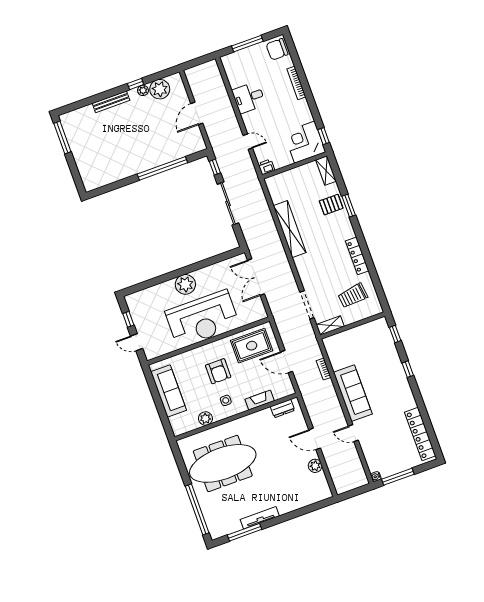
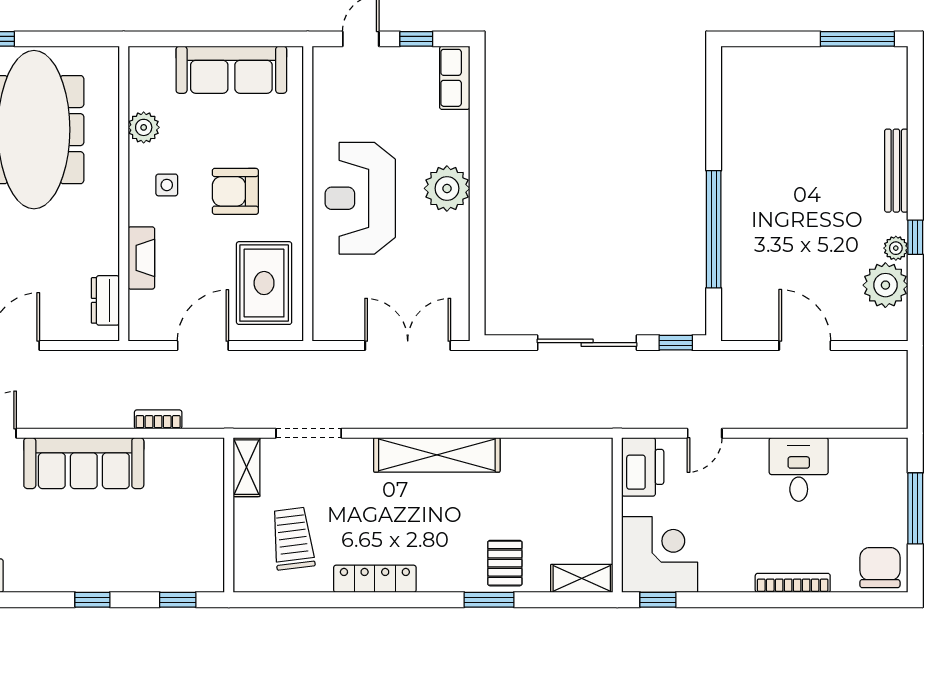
printer: (266, 167) -> (643, 467), width x1.87, depth x1.48
shelving: (290, 229) -> (437, 455), moved
row of seats: (139, 298) -> (455, 78), added
reception desk: (202, 319) -> (360, 198), width x0.74, depth x0.77

